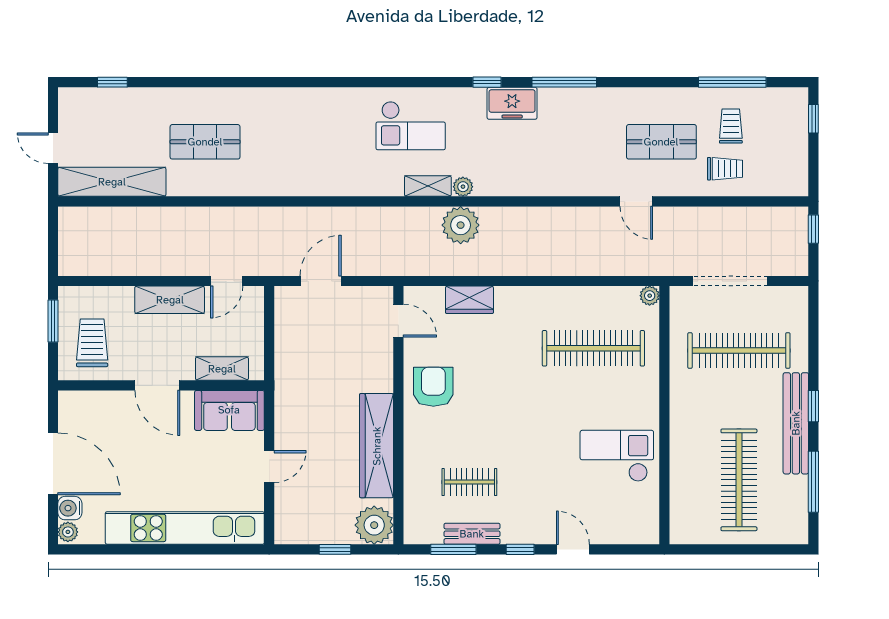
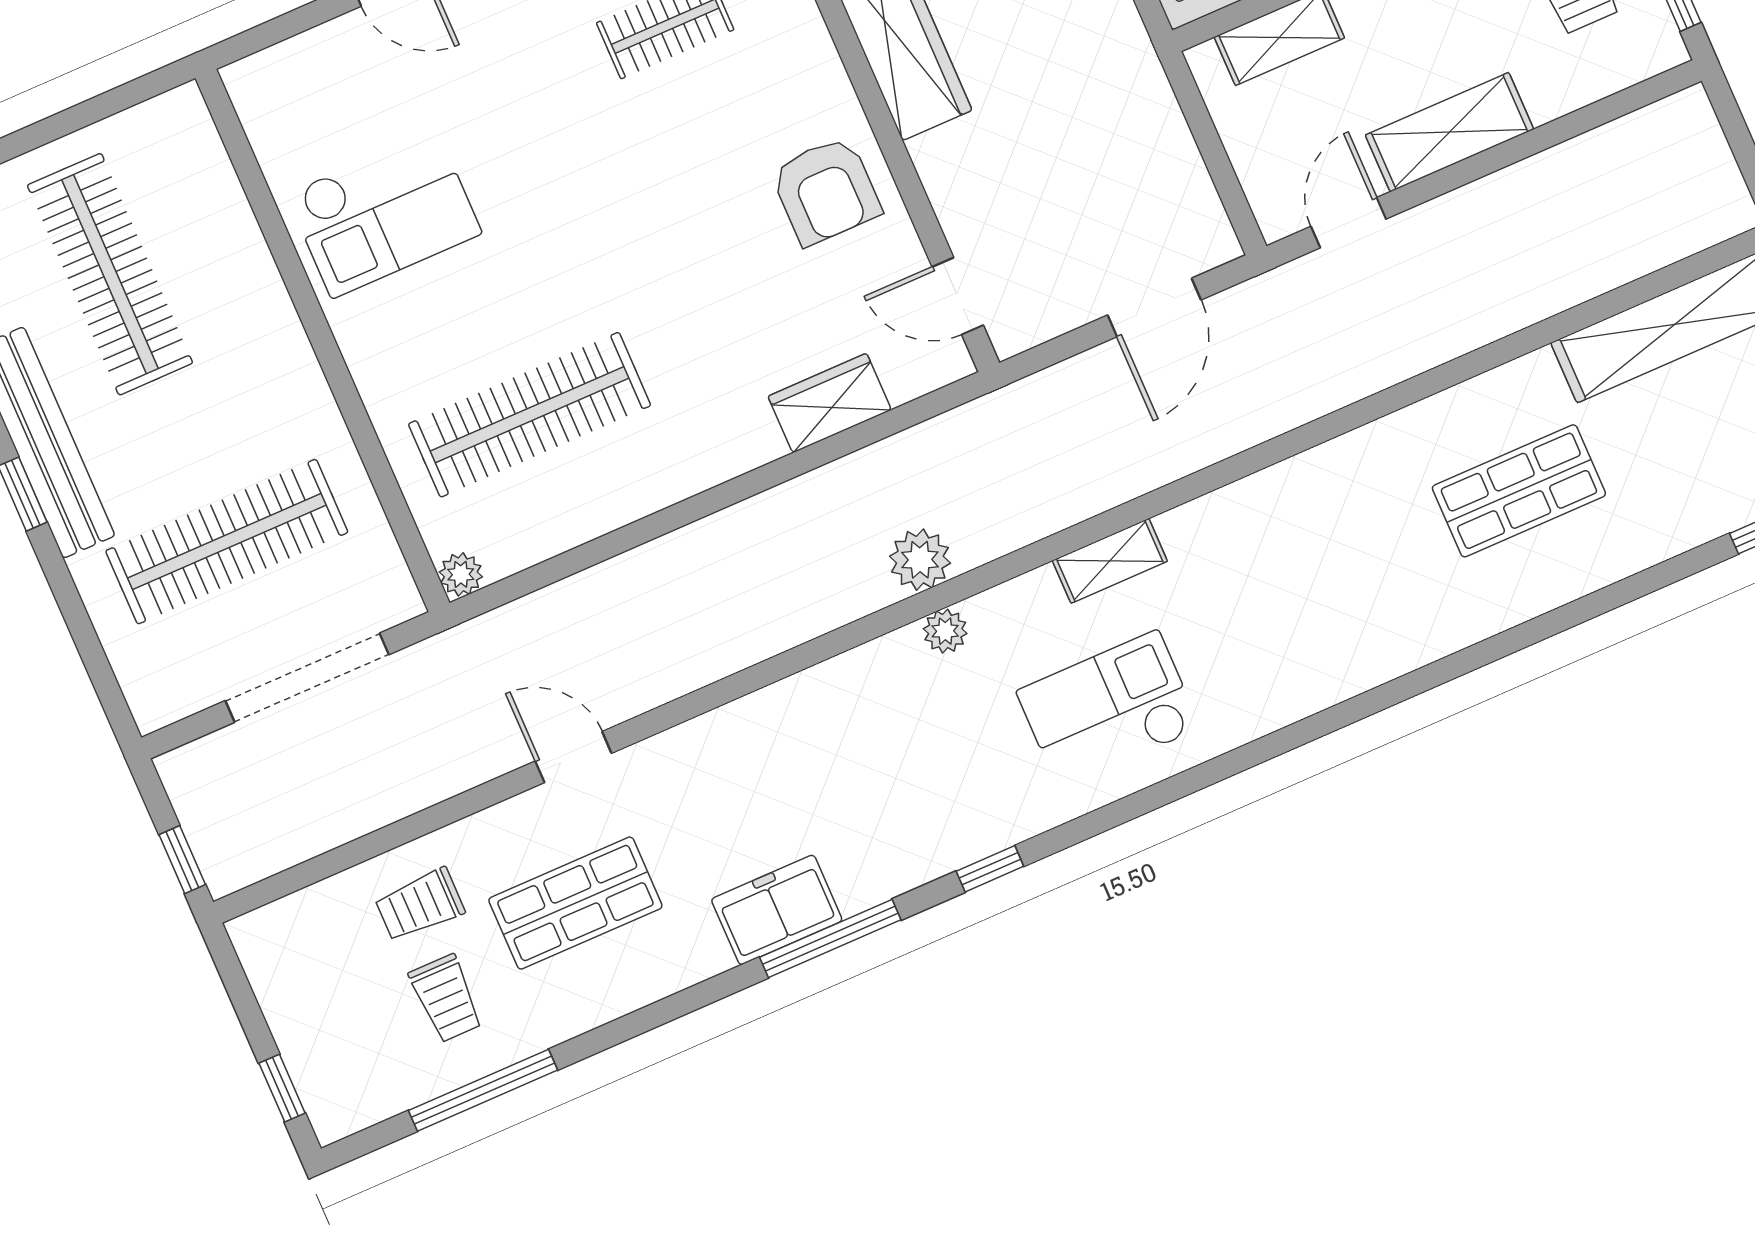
freezer: (512, 103) -> (777, 910), moved
shelving: (428, 186) -> (1110, 561), moved
plant: (461, 225) -> (920, 560), width x0.73, depth x0.73

